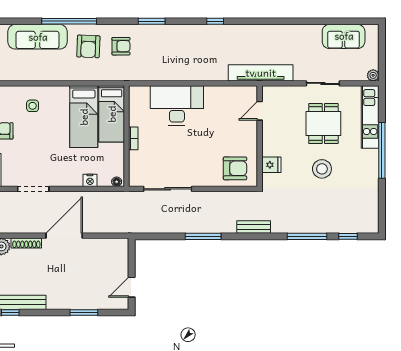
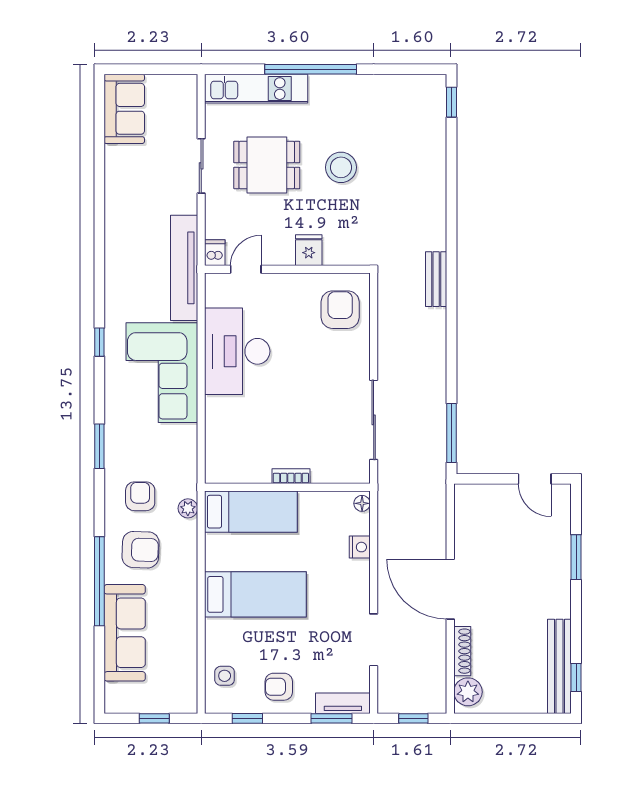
sofa: (344, 36) -> (124, 109), moved
corner sofa: (197, 59) -> (162, 373), added
plant: (373, 75) -> (188, 508), moved
dishwasher: (270, 92) -> (215, 253), added
desk: (177, 105) -> (237, 351), moved
side table: (33, 106) -> (225, 676), moved
door: (260, 111) -> (246, 269), swing flipped
bed: (84, 117) -> (255, 594), moved
fridge: (271, 165) -> (309, 250), moved
window: (203, 236) -> (451, 433), moved
window: (307, 236) -> (451, 192), removed
window: (348, 236) -> (451, 102), moved

